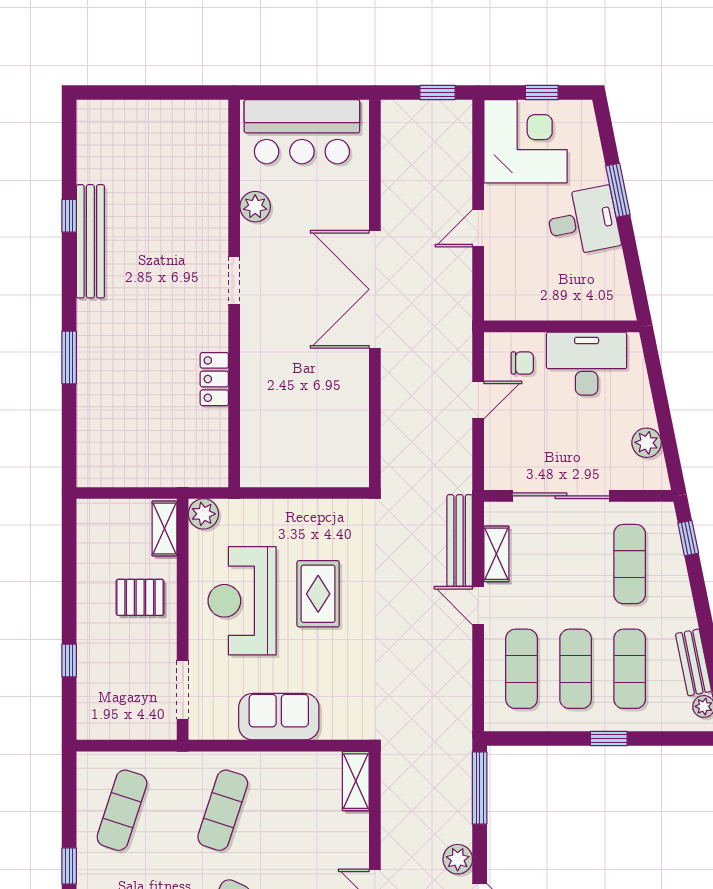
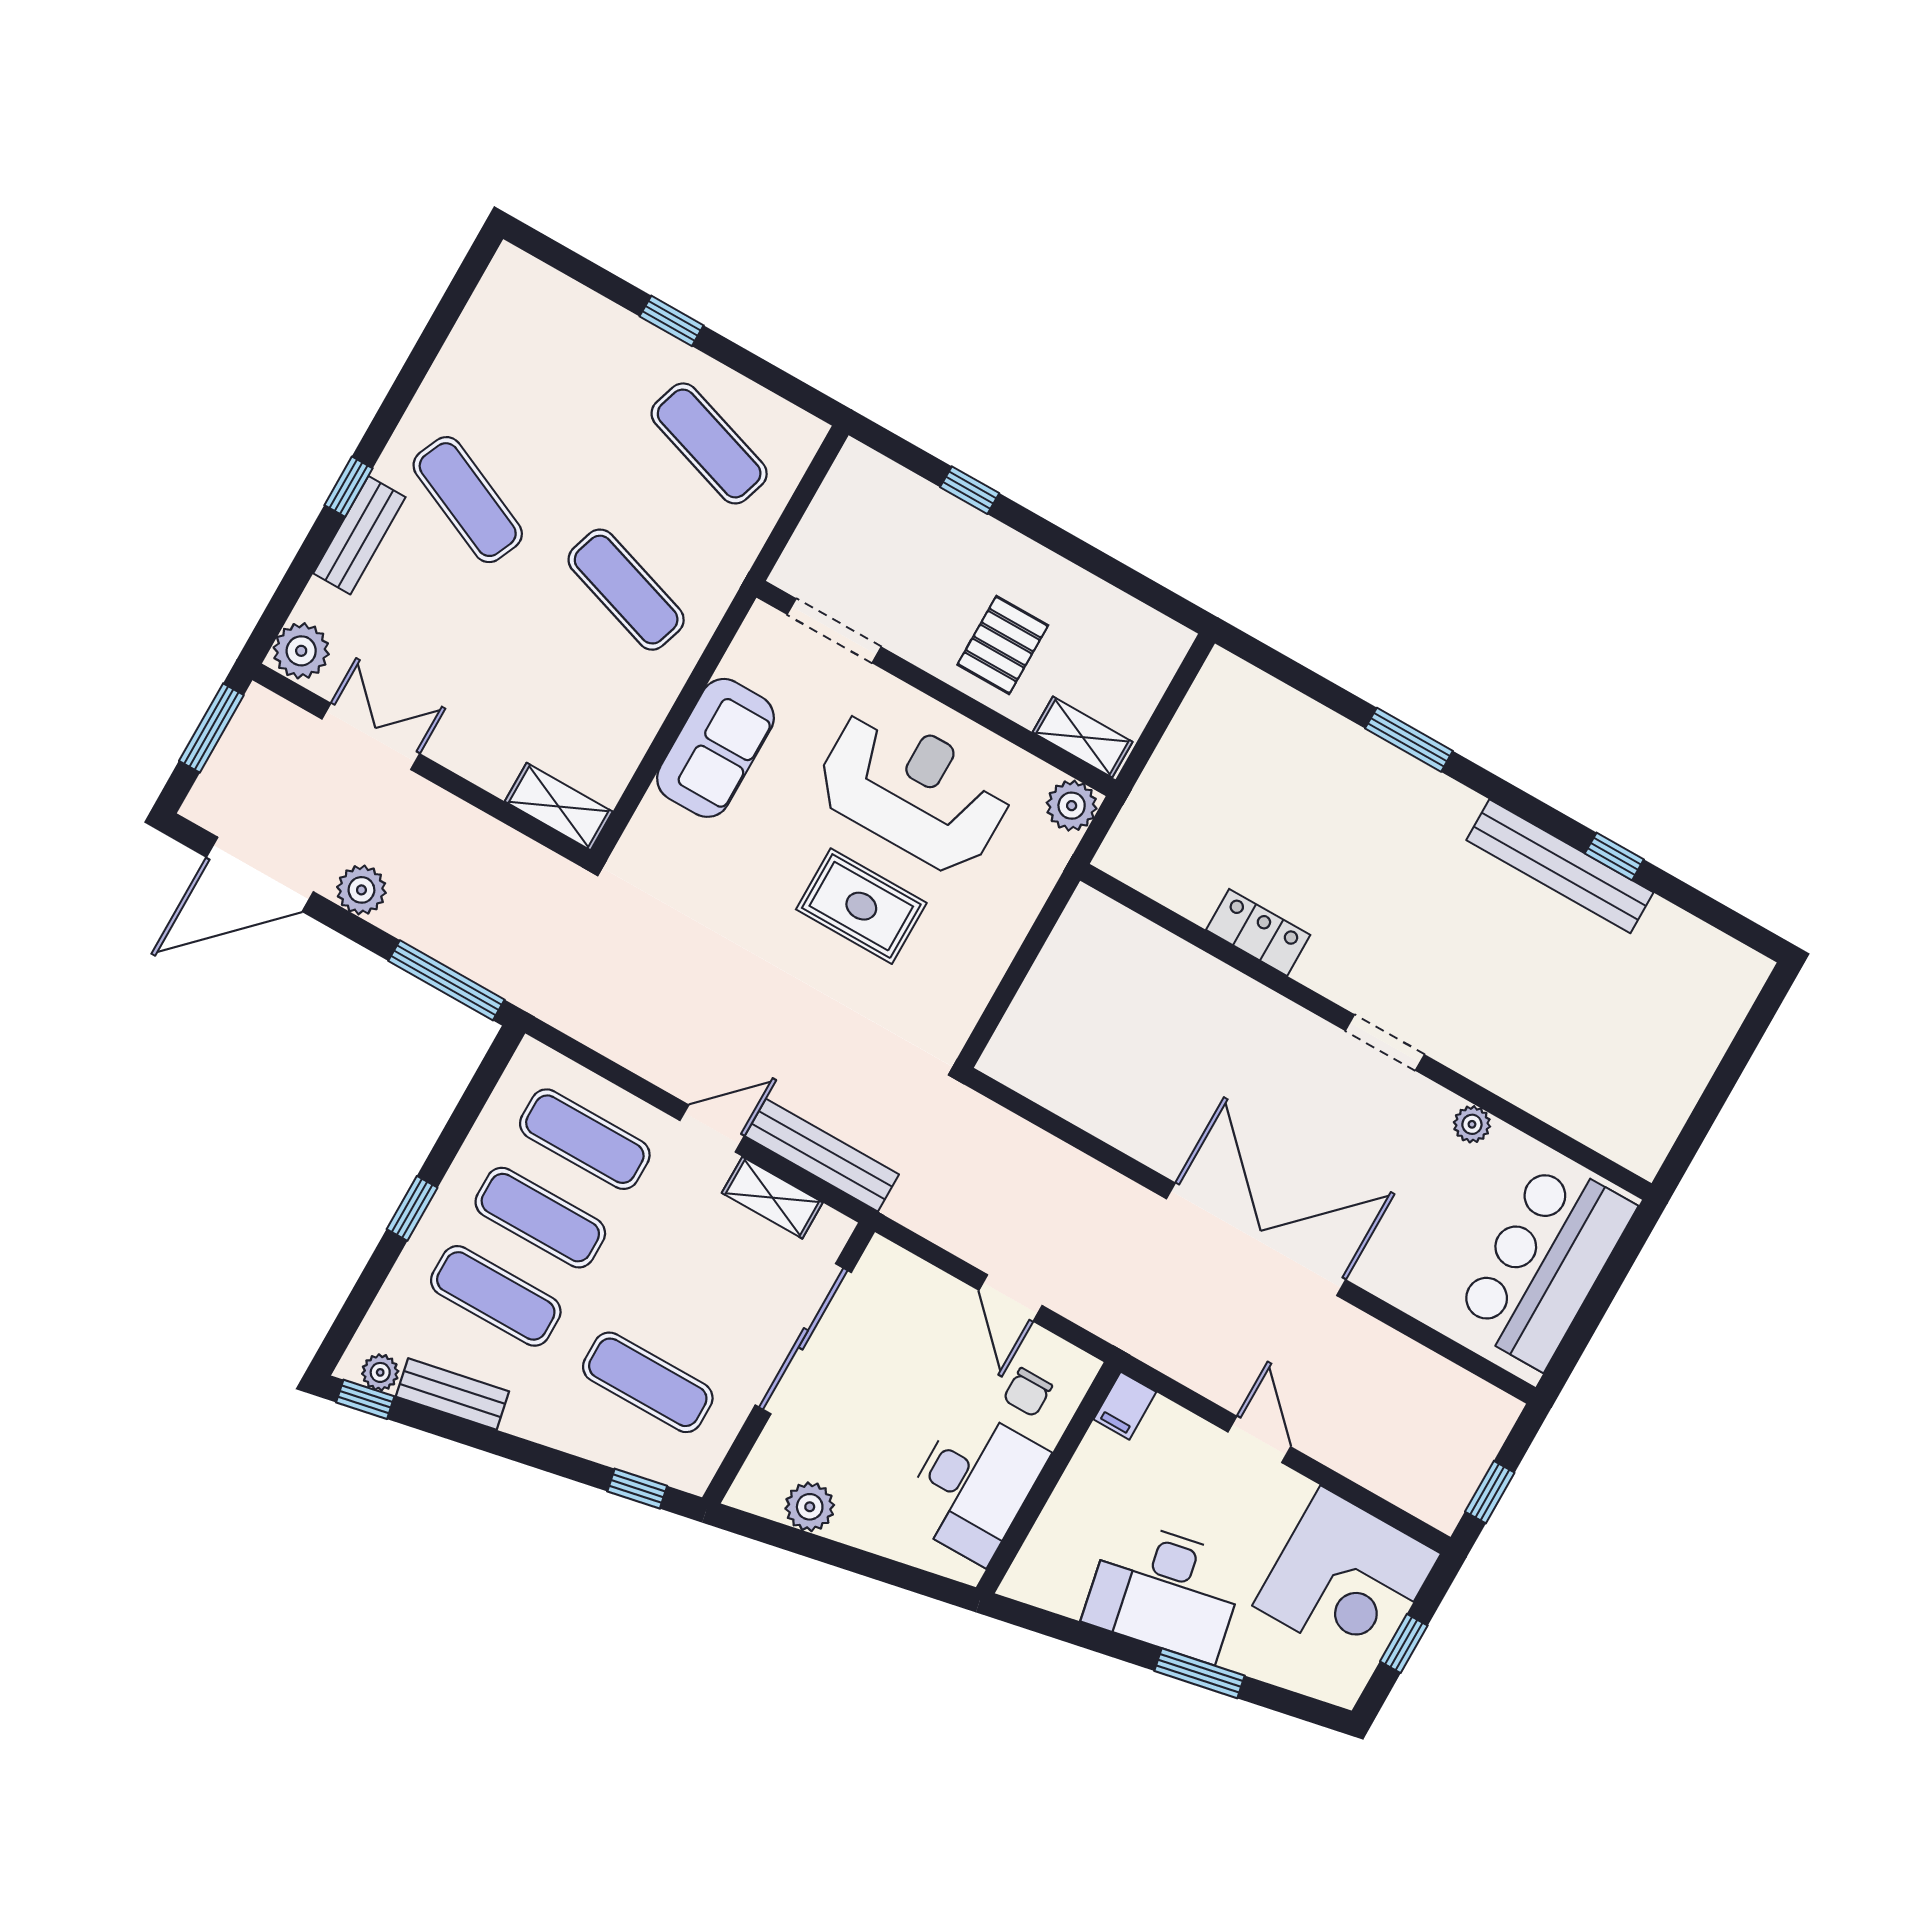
plant: (255, 207) -> (1472, 1124), width x0.73, depth x0.73
desk: (583, 221) -> (1165, 1591), width x1.37
filing cabinet: (500, 308) -> (1125, 1406), added

